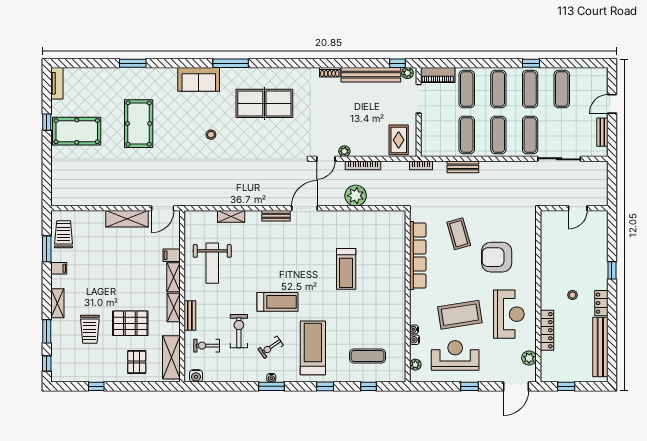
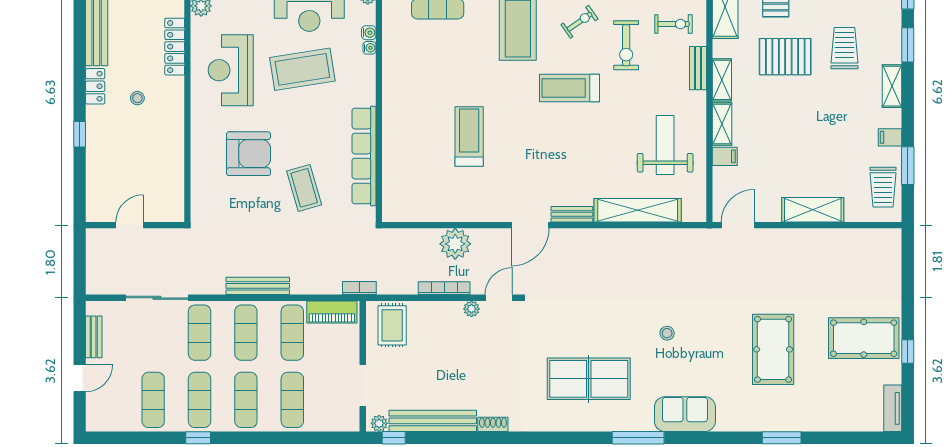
piano: (438, 75) -> (332, 312), moved, turned 180
bench: (463, 167) -> (258, 286), moved, width x1.36
shelving: (231, 216) -> (638, 210), width x2.20, depth x1.33
shelving: (127, 219) -> (813, 210), moved

